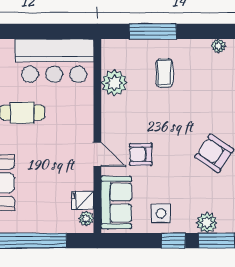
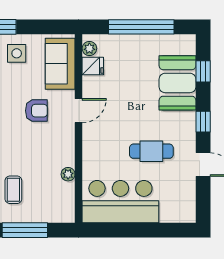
plant: (114, 83) -> (68, 174), width x0.53, depth x0.53
door: (97, 154) -> (79, 111), swing flipped

